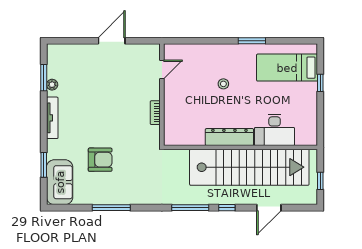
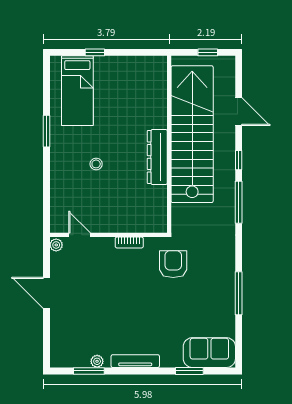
plant: (153, 49) -> (56, 245), added
desk: (275, 130) -> (149, 105), removed
armchair: (100, 160) -> (173, 264), moved

